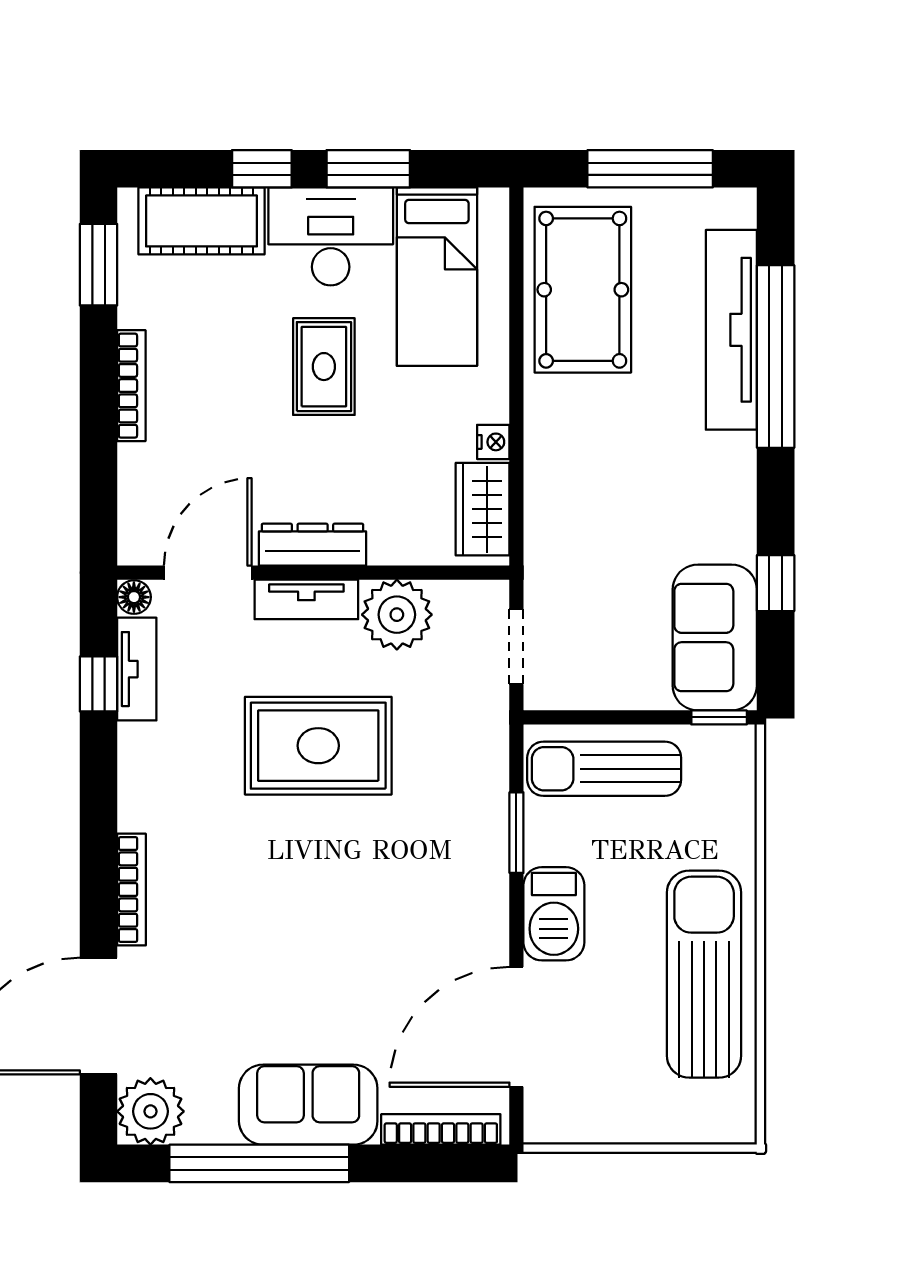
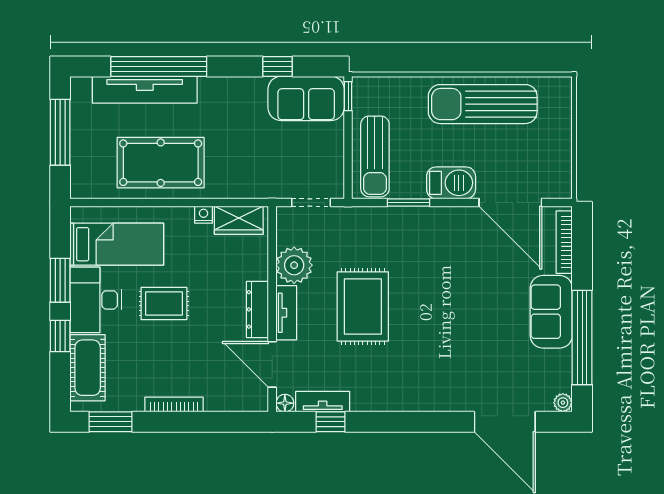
pool table: (583, 290) -> (161, 163), moved
bookcase: (131, 890) -> (438, 404), removed
plant: (150, 1111) -> (563, 403), width x0.53, depth x0.53

